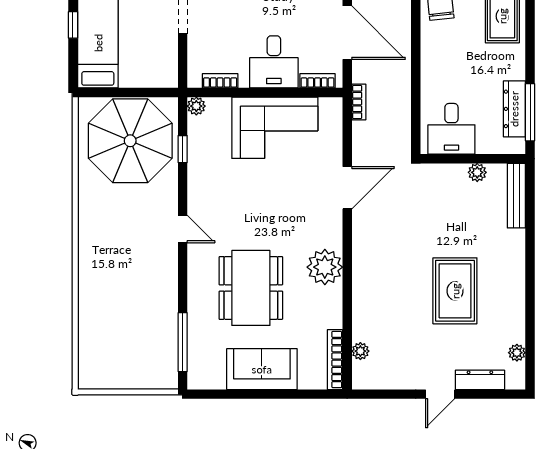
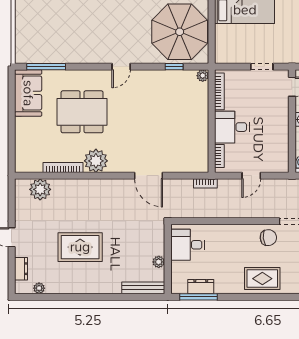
door: (347, 33) -> (251, 176), width x0.53
bookcase: (220, 81) -> (219, 91), width x1.56
dresser: (514, 109) -> (201, 287), width x0.70
corner sofa: (275, 128) -> (188, 128), removed
plant: (360, 351) -> (40, 189), width x1.88, depth x1.88
bookcase: (335, 360) -> (63, 168), moved
sofa: (262, 369) -> (28, 93), moved
dresser: (480, 380) -> (21, 269), width x0.70

